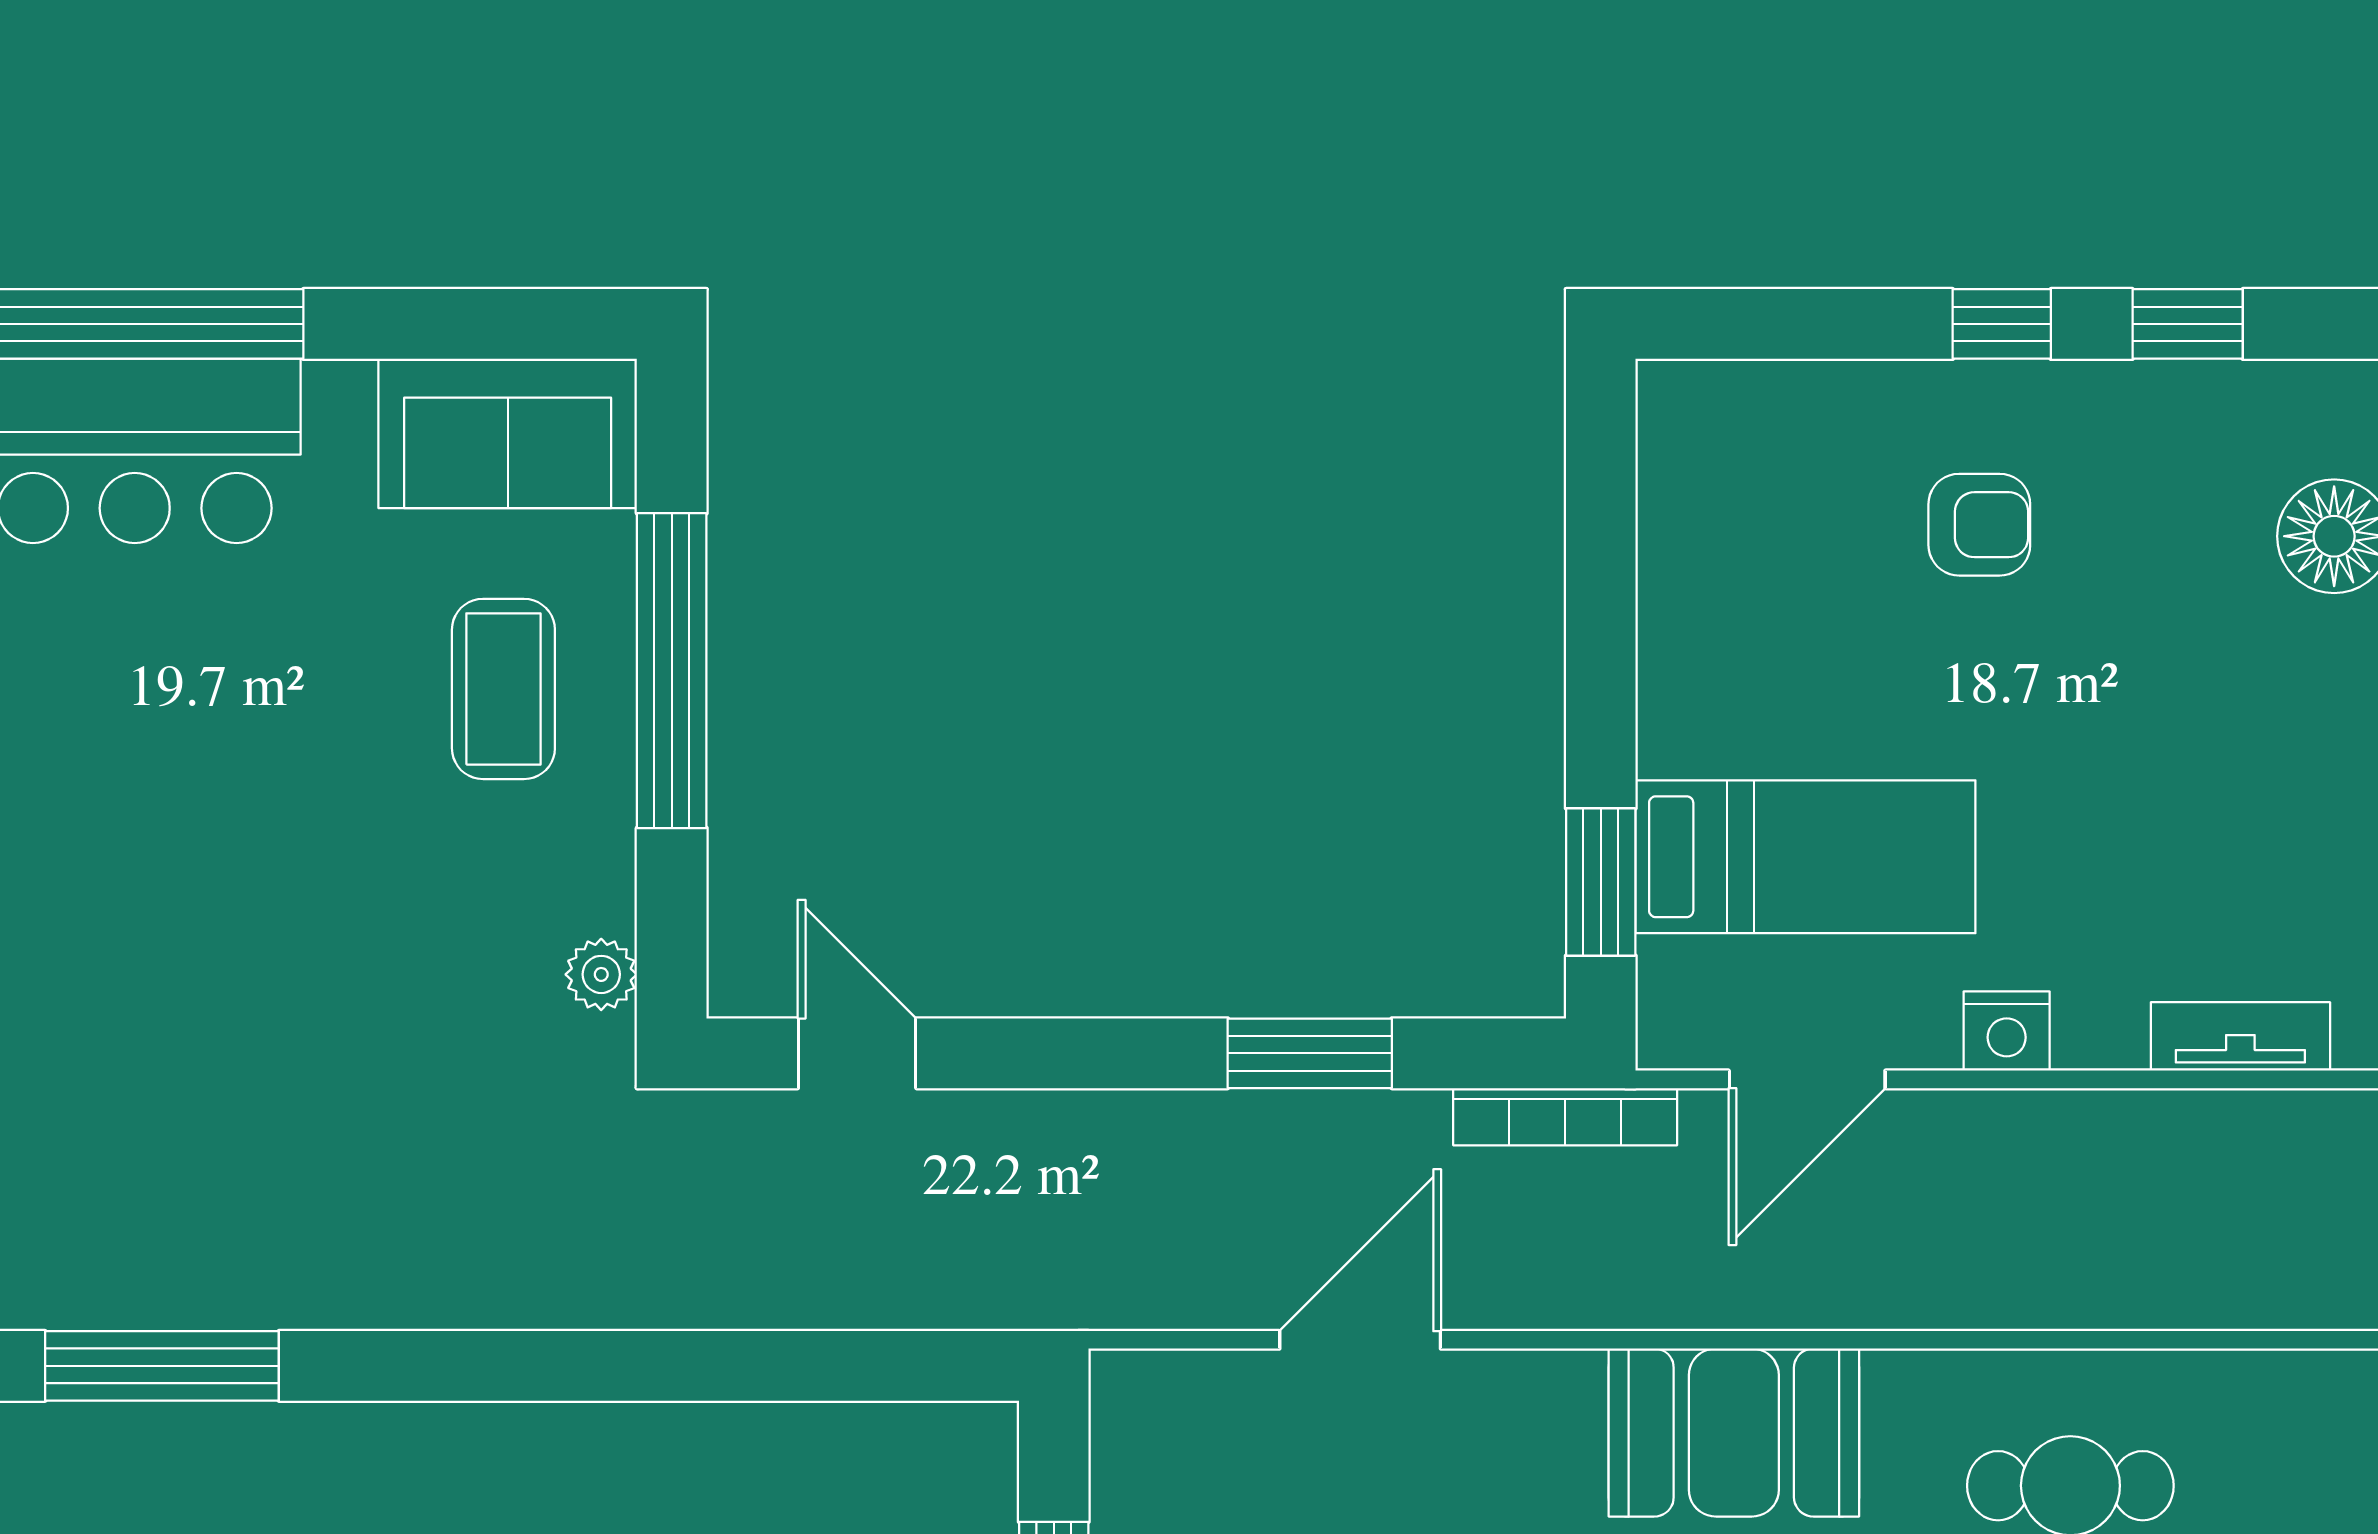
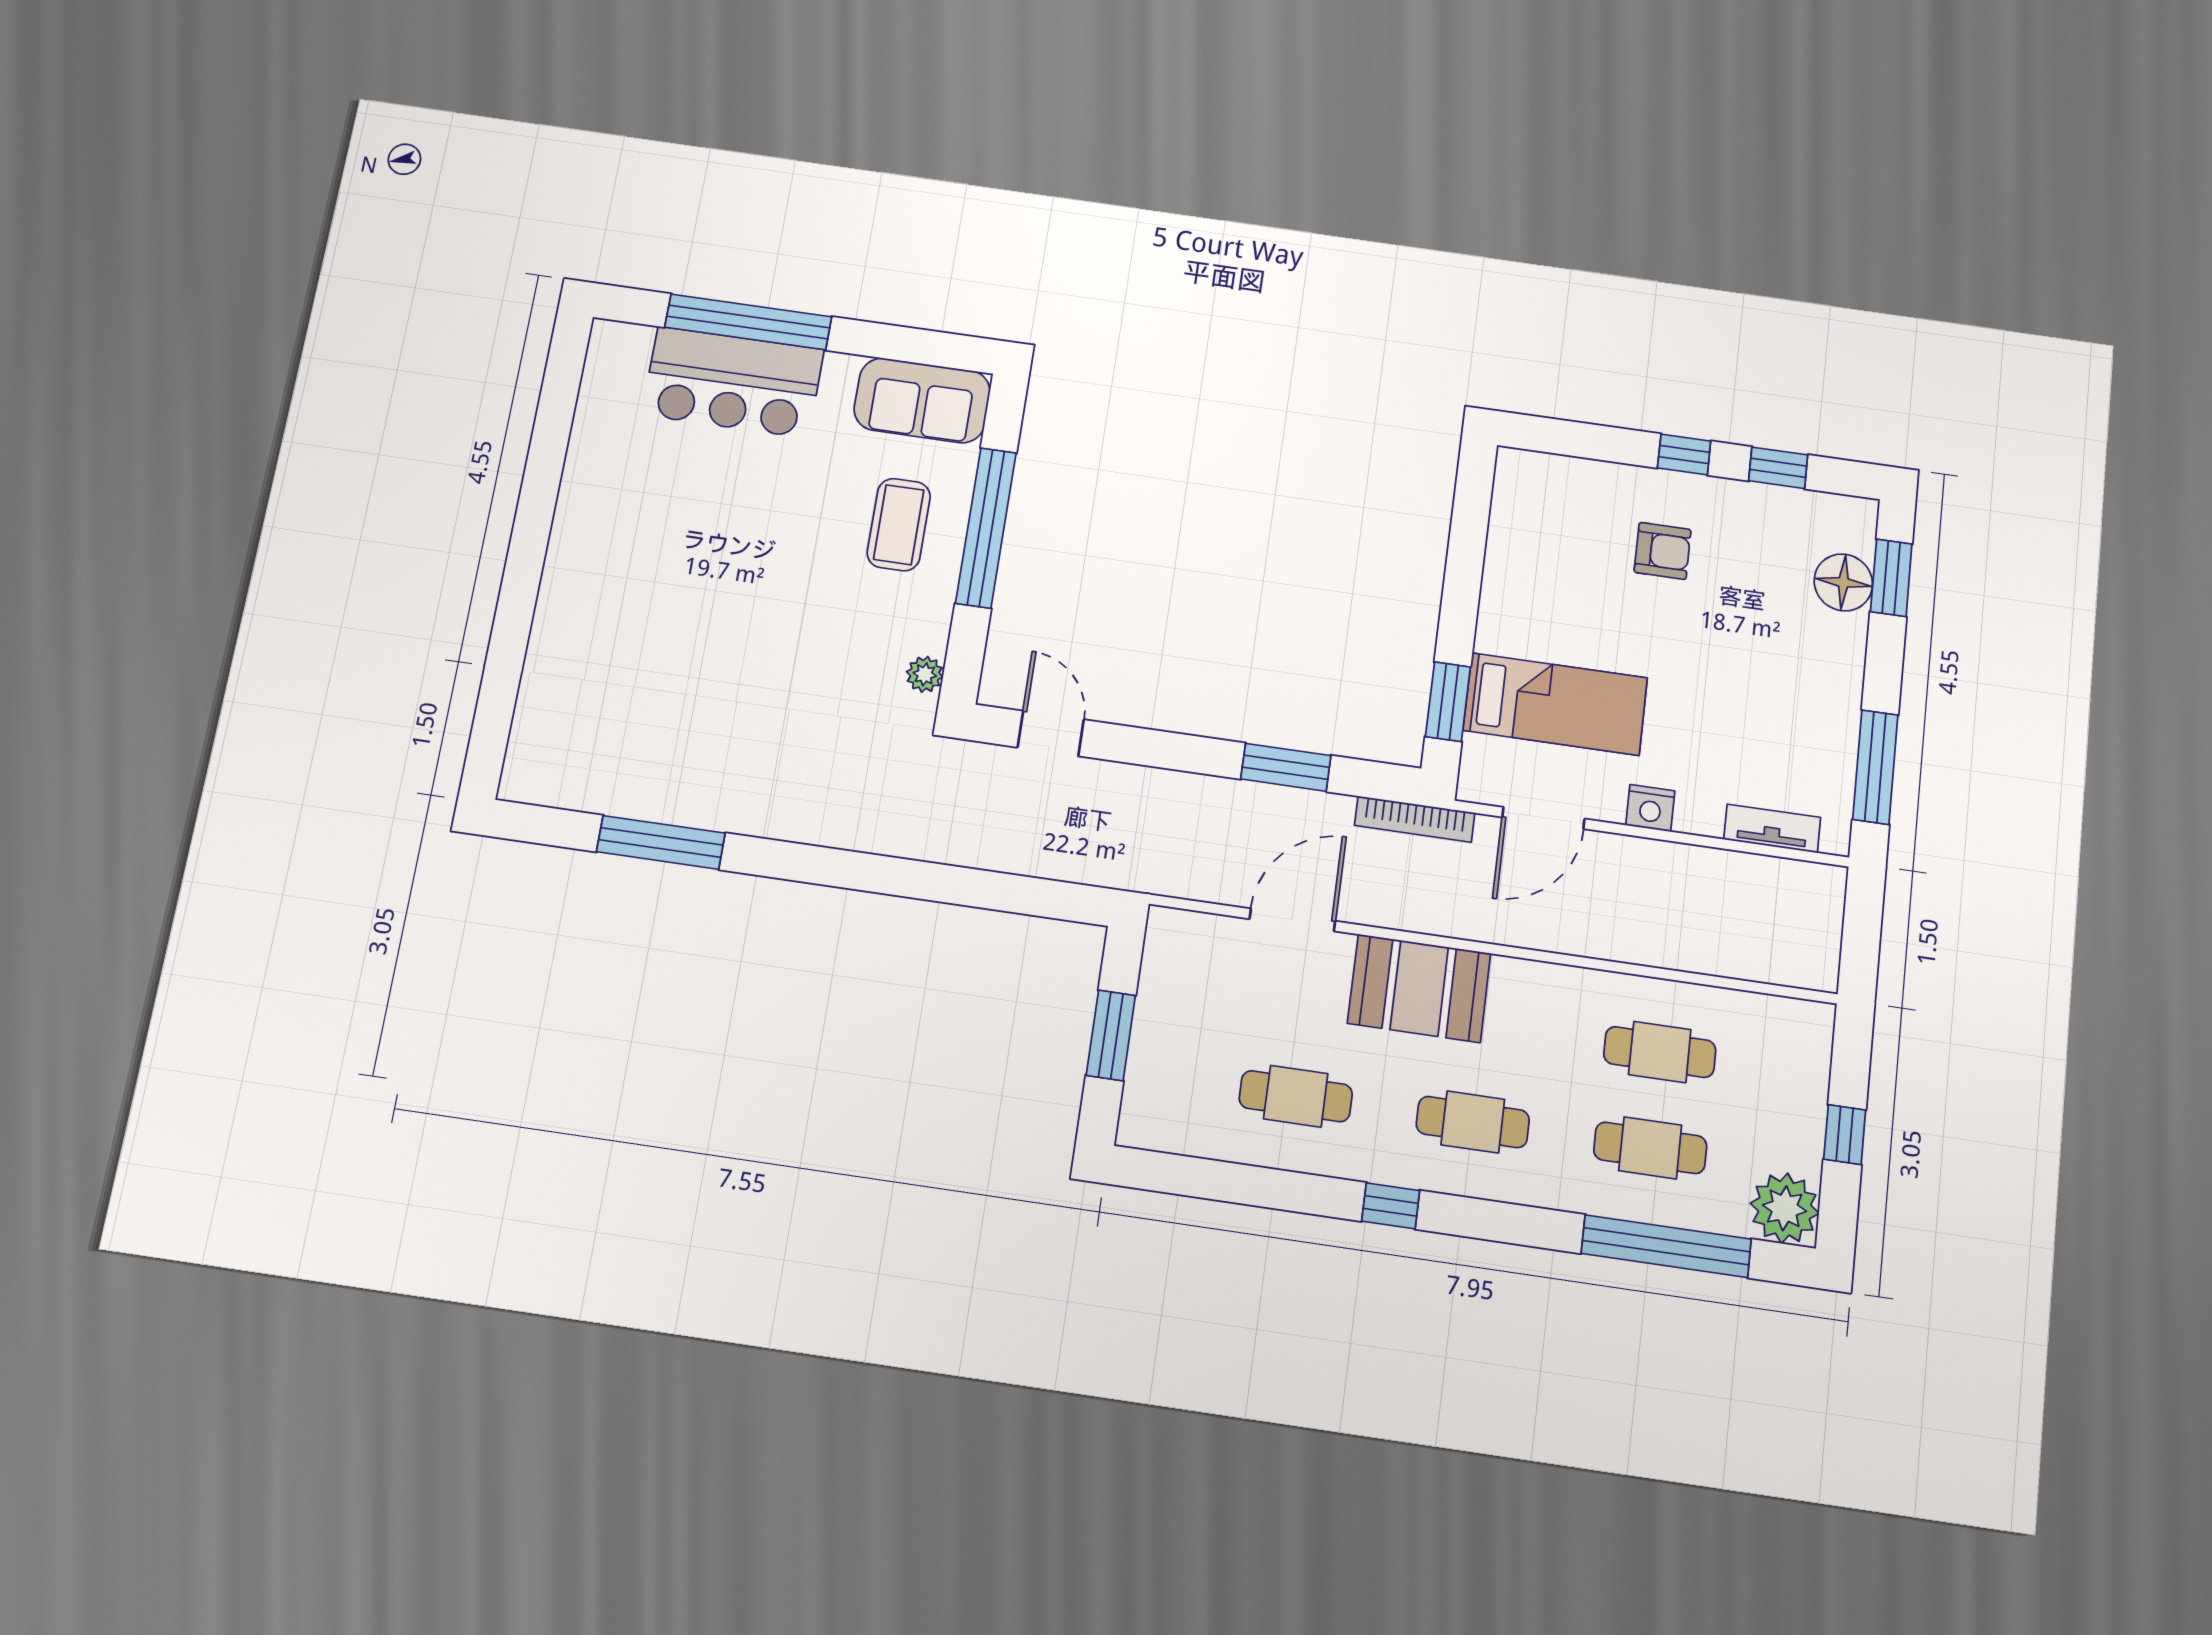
booth: (1734, 1433) -> (1419, 988), moved

